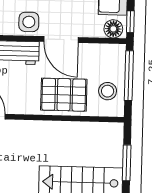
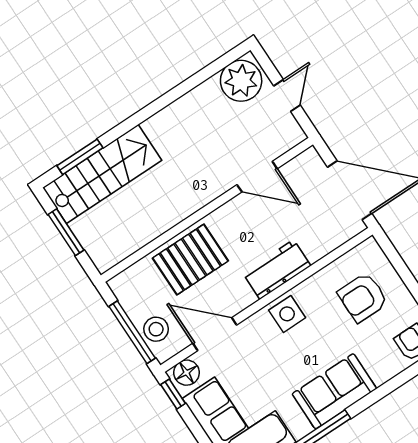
door: (61, 39) -> (215, 334), moved
stool: (108, 91) -> (156, 329), moved

